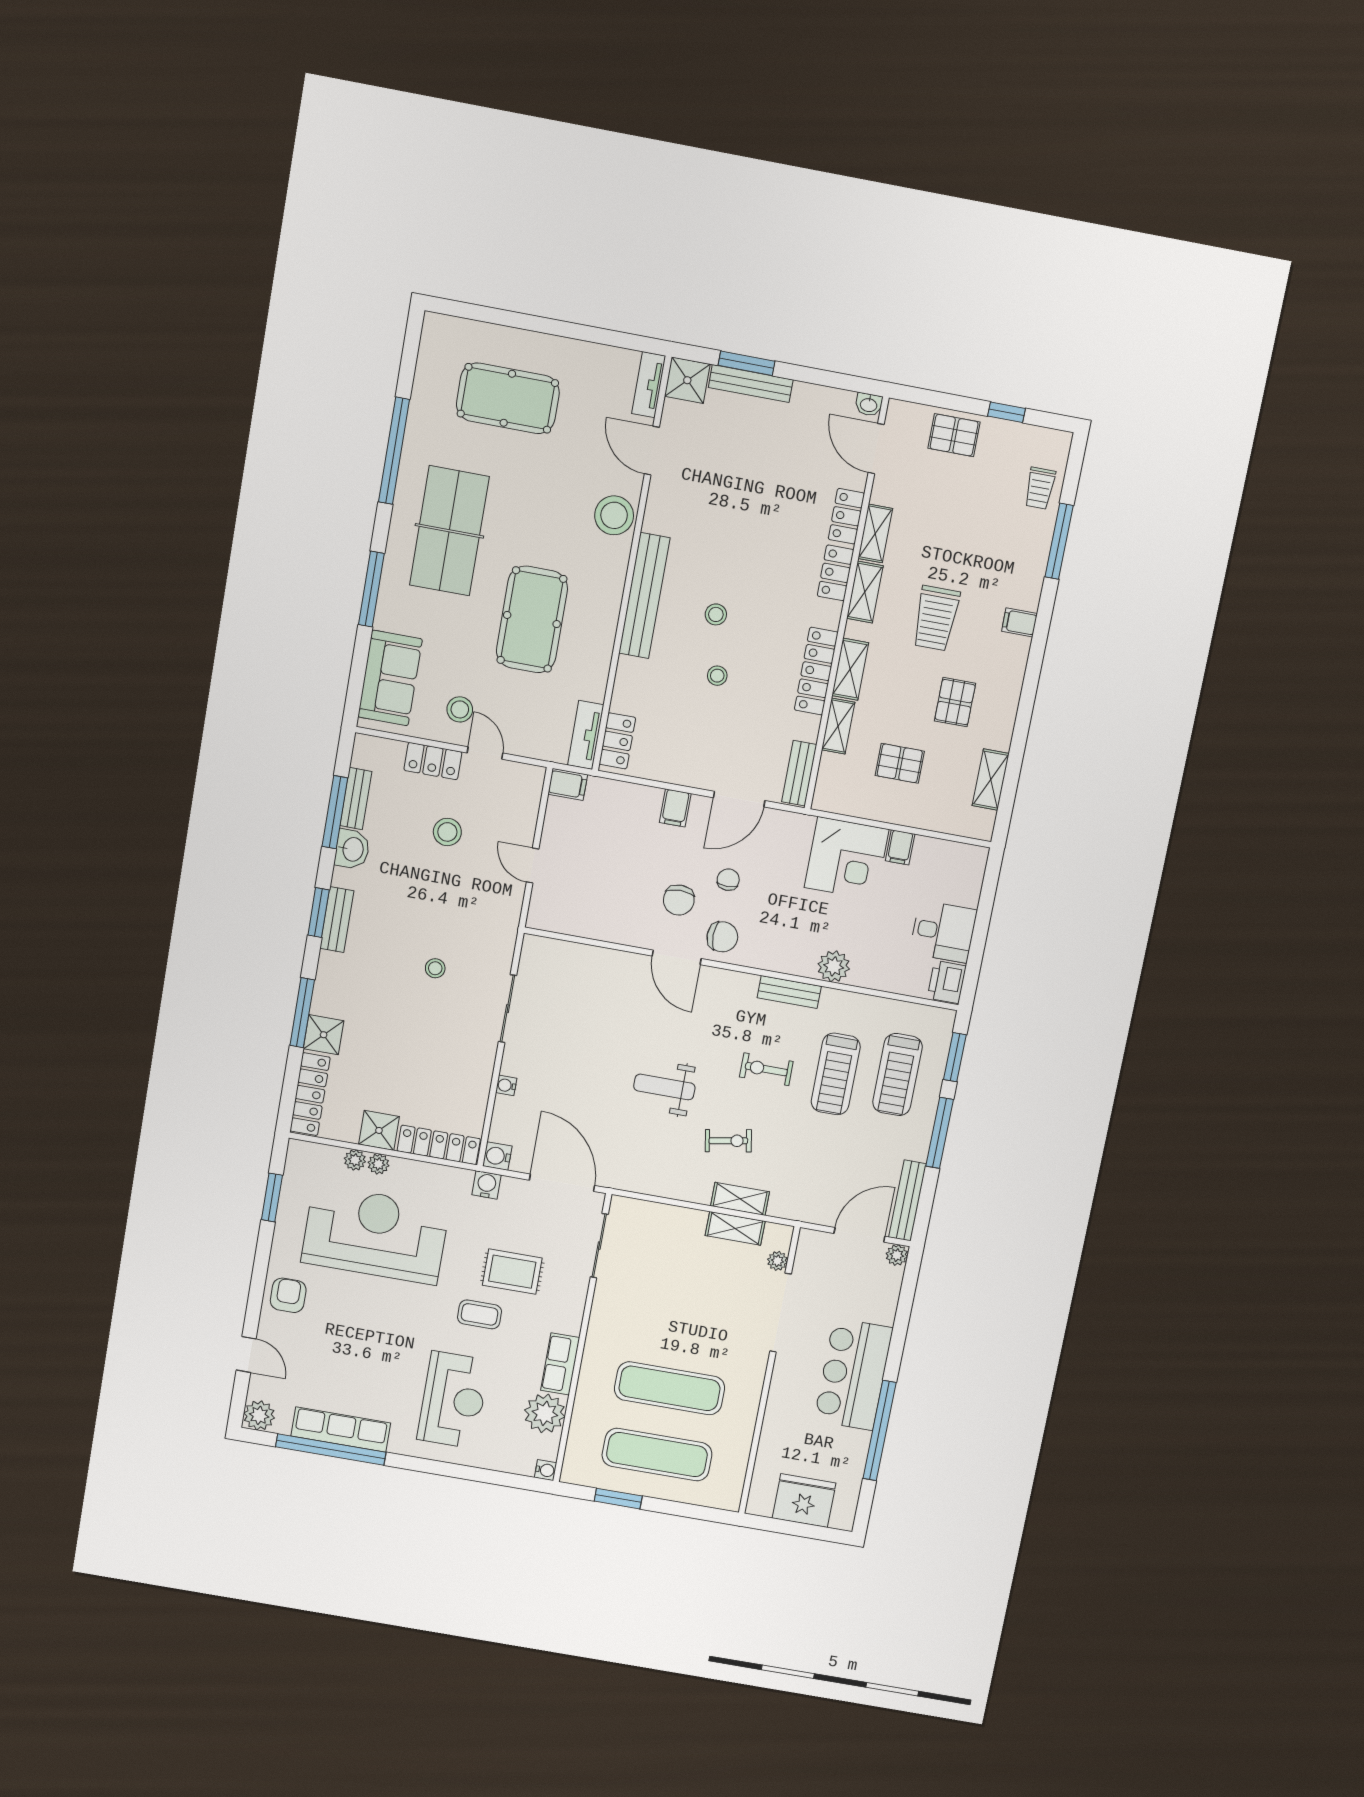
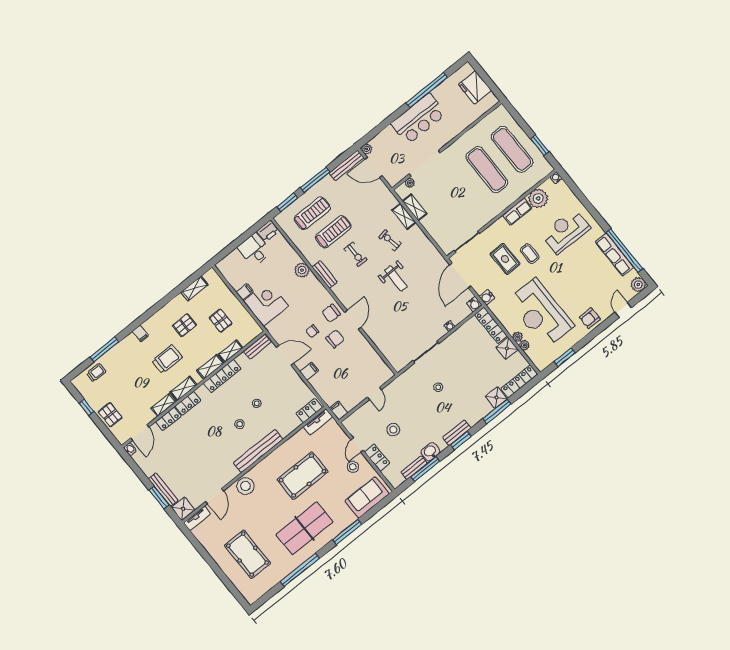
chair: (722, 937) -> (331, 313), turned -90

